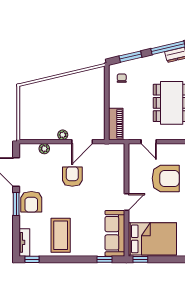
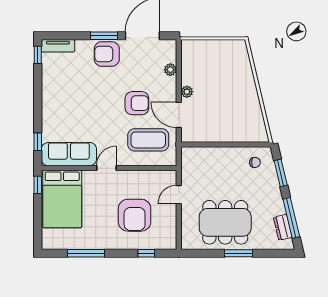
piano: (116, 124) -> (200, 155), removed
door: (126, 202) -> (106, 168), swing flipped
coffee table: (61, 235) -> (148, 140), moved

